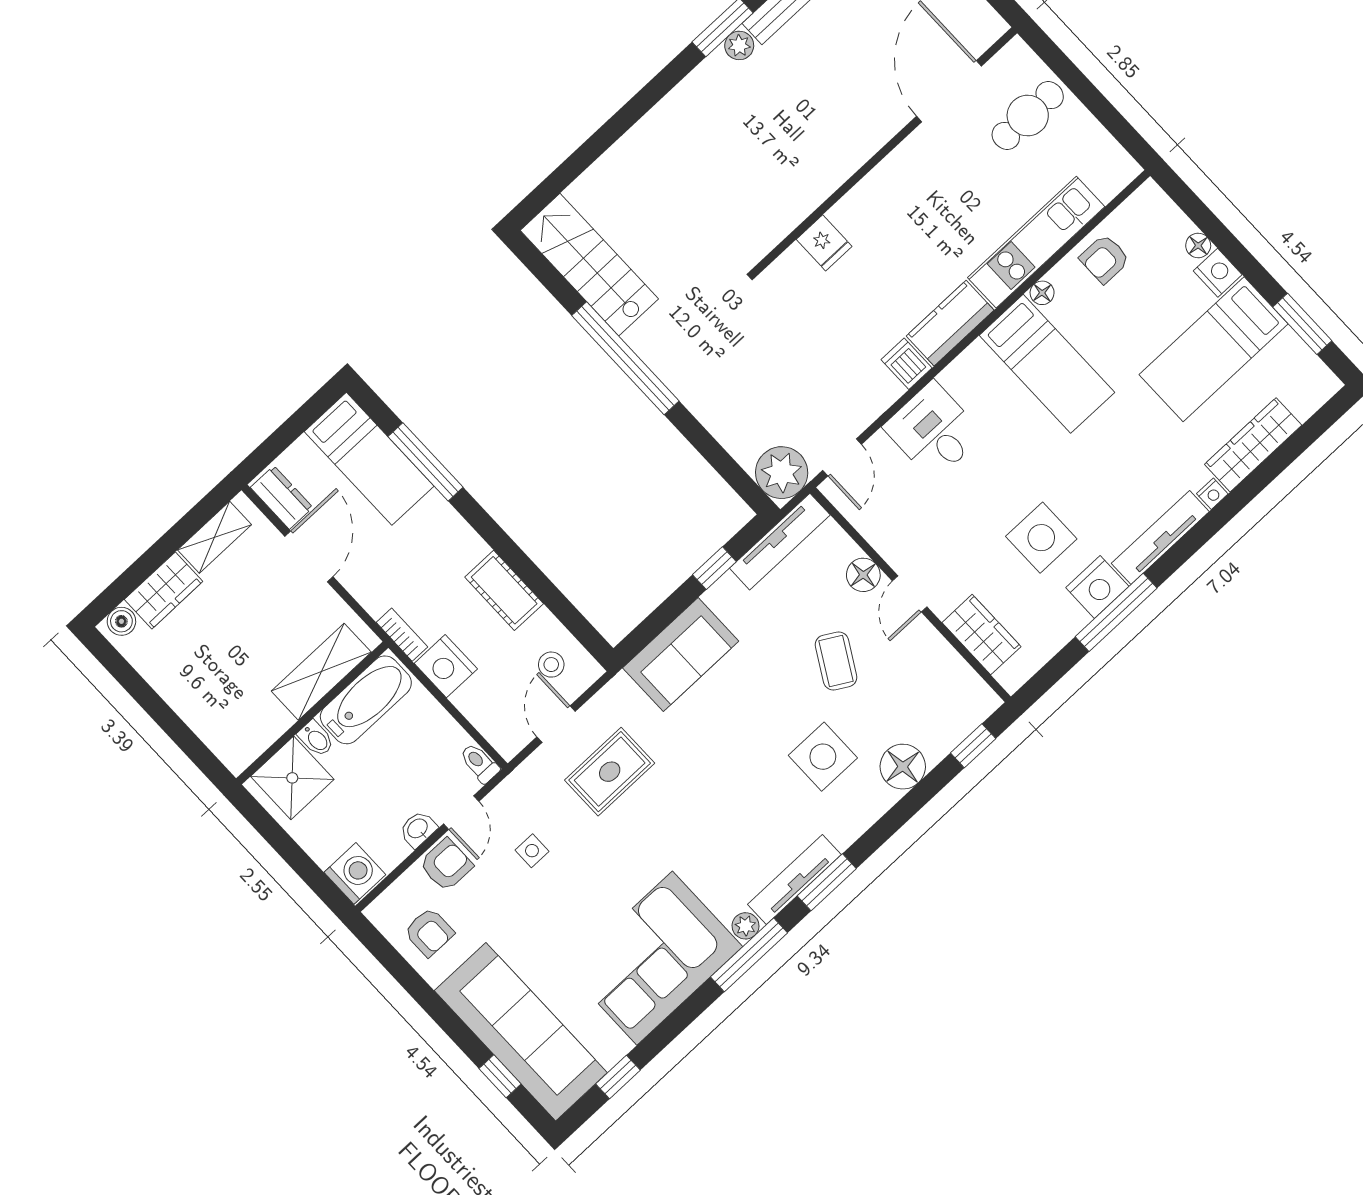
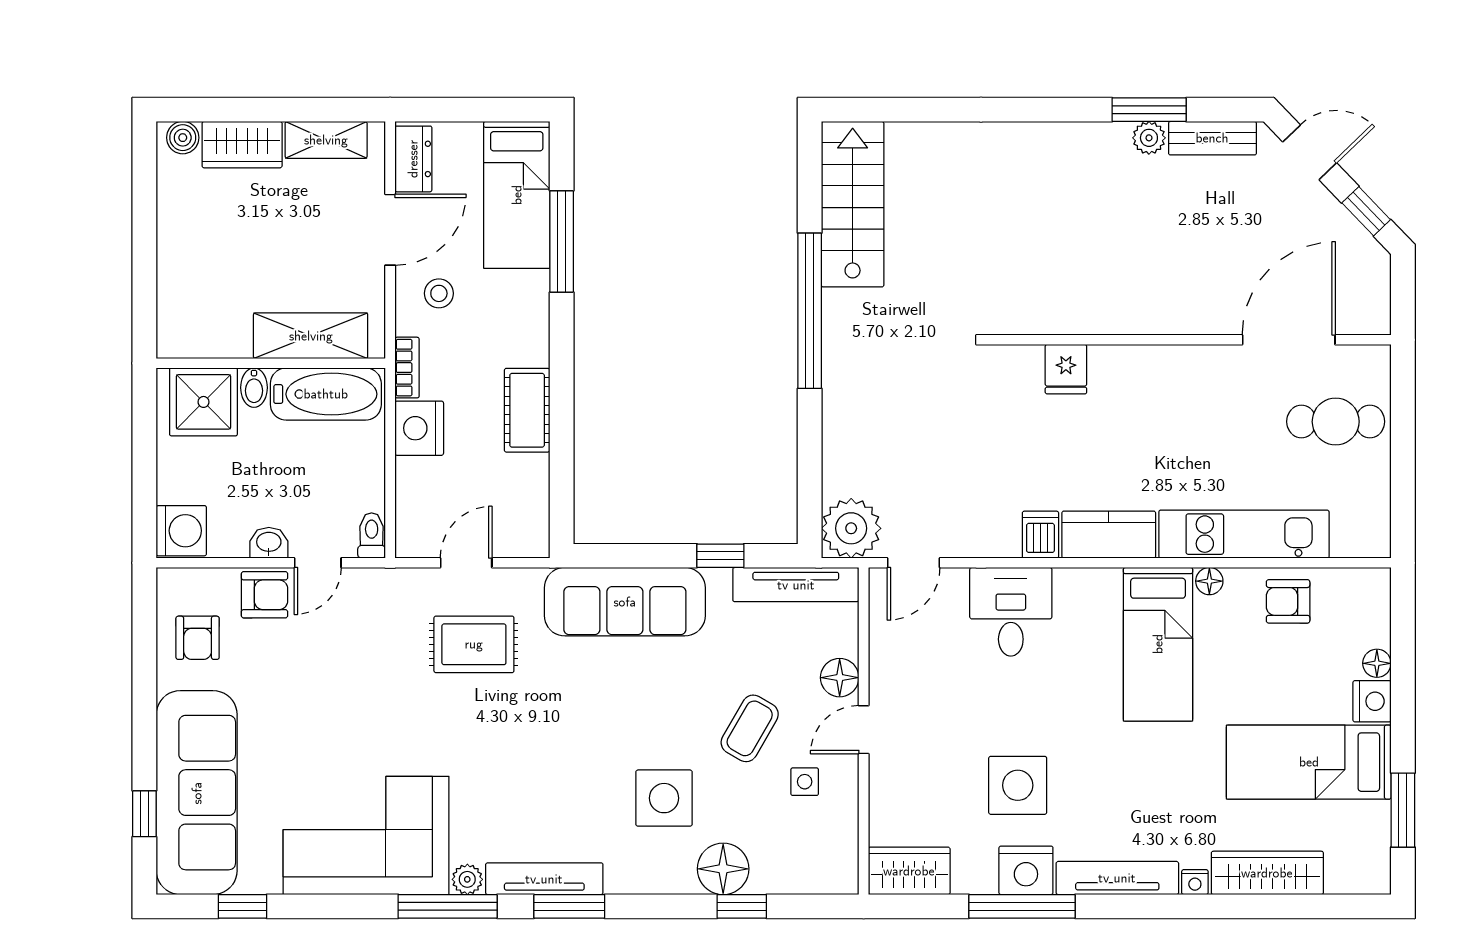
wardrobe: (981, 635) -> (909, 871), moved, turned -90
sofa: (681, 654) -> (625, 602), width x1.36
stool: (551, 665) -> (439, 293), moved
window: (973, 746) -> (742, 906), moved
side table: (532, 851) -> (805, 782), moved

